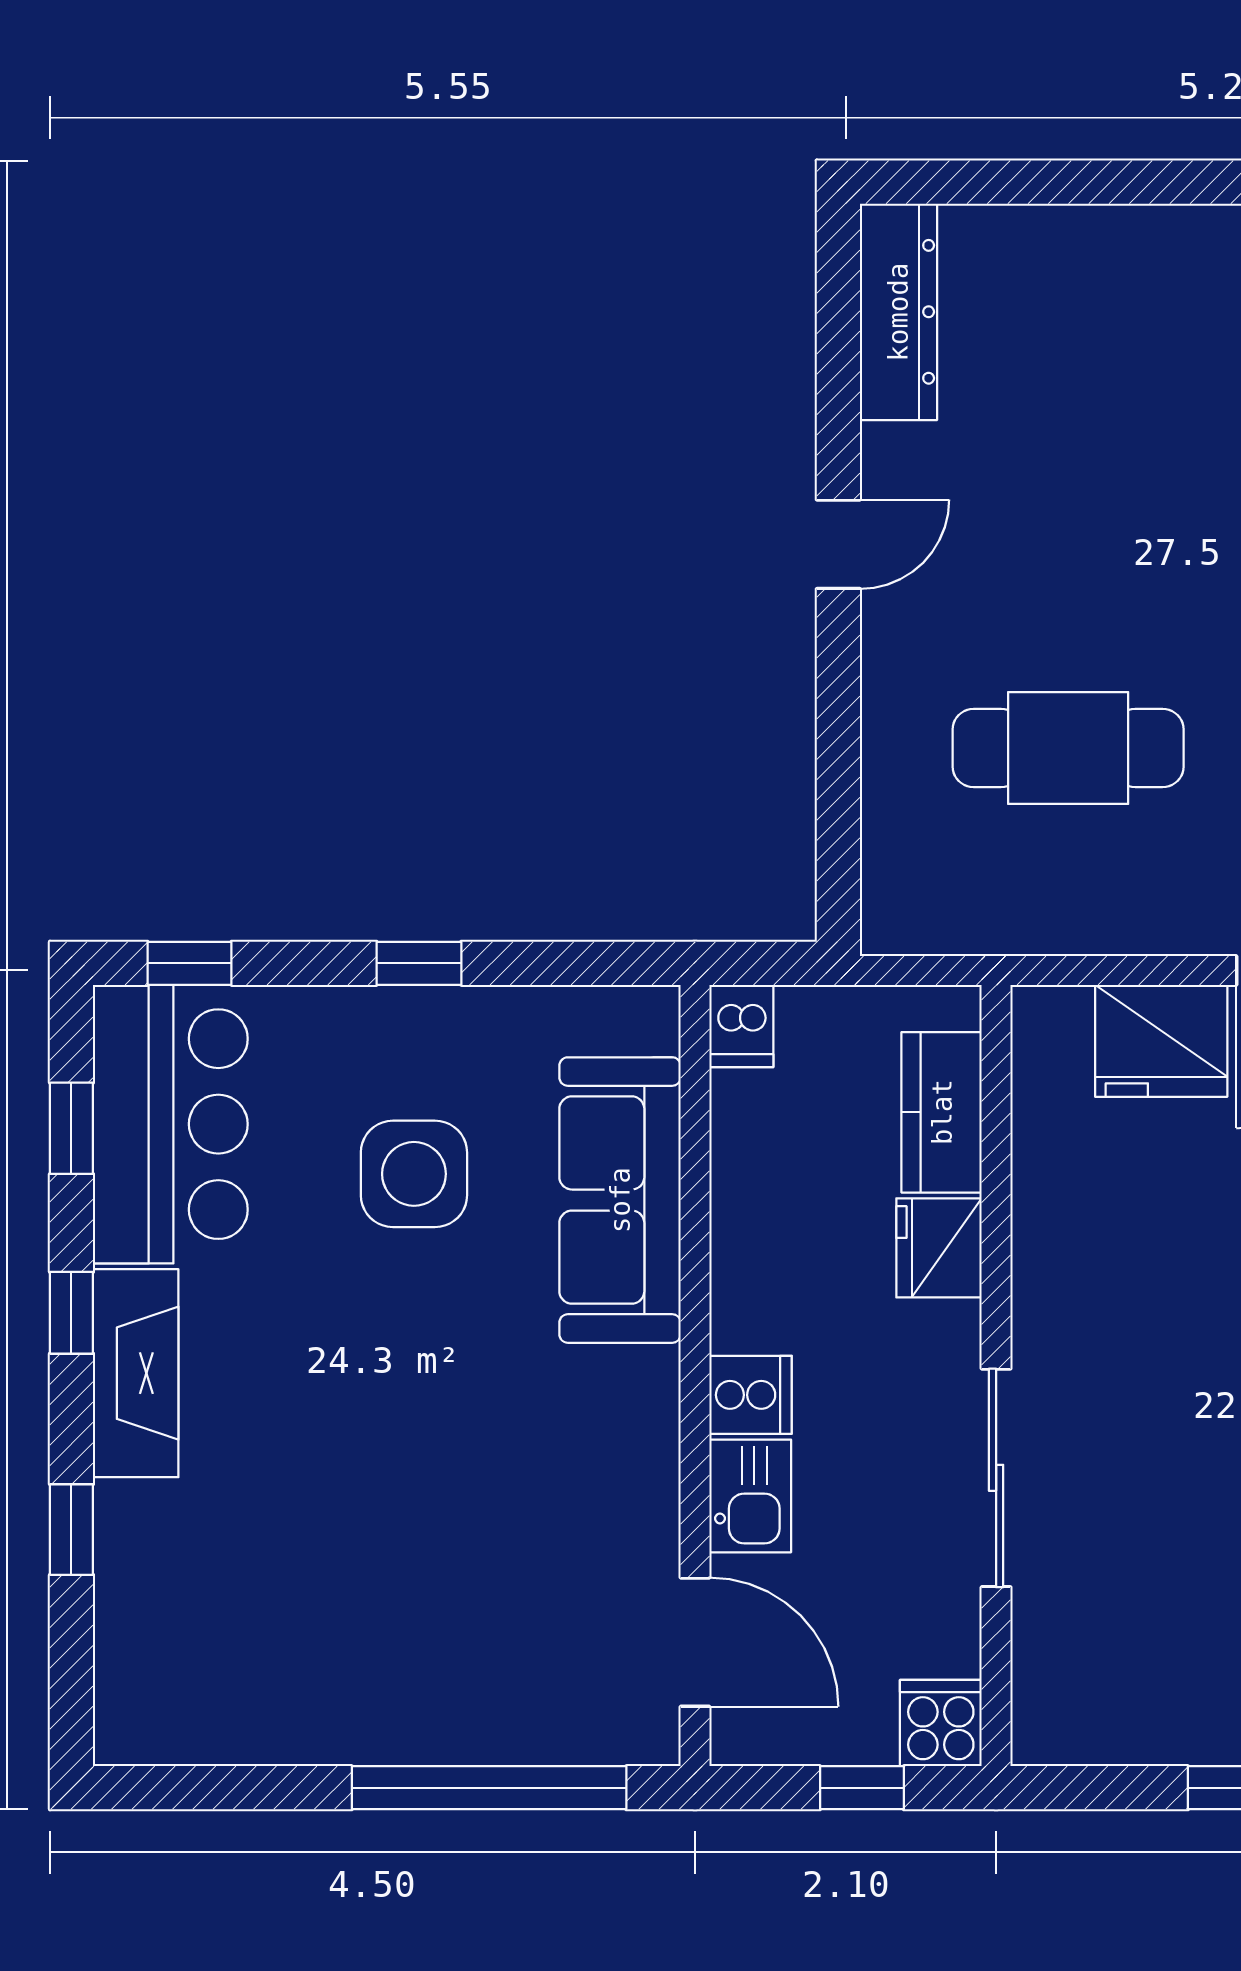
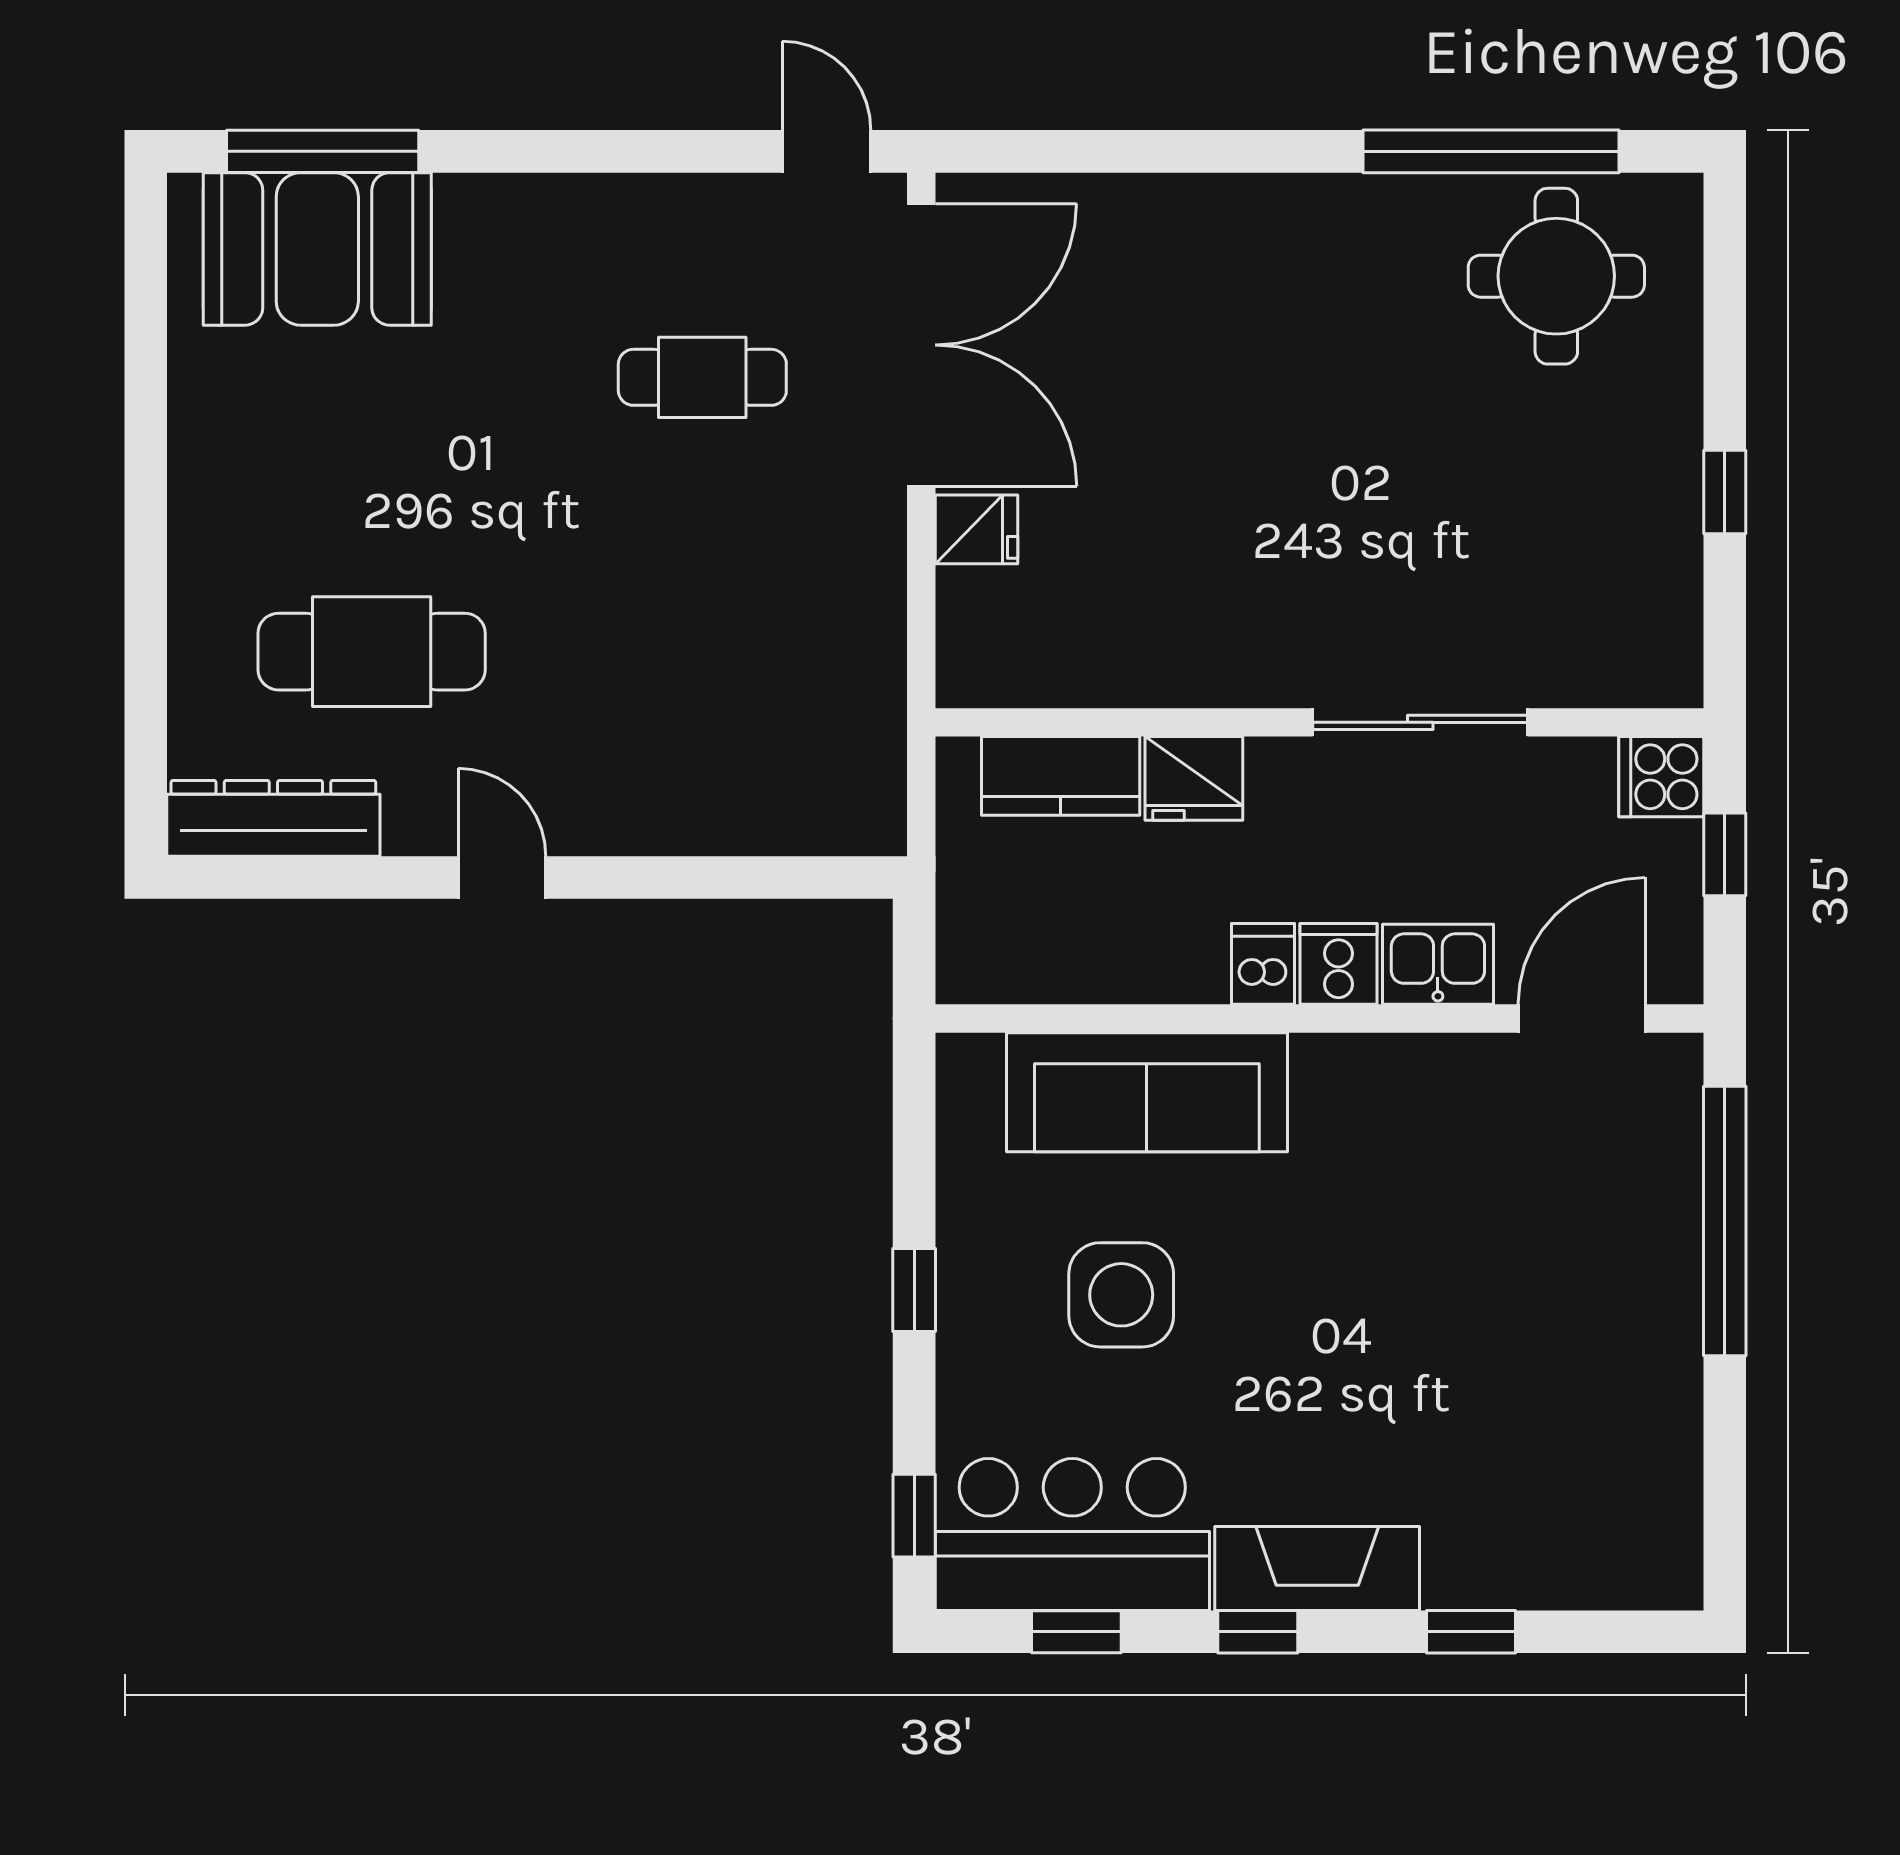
cafe table: (1068, 748) -> (372, 652), moved, turned 90
dishwasher: (741, 1026) -> (1263, 964), moved, turned -90
fridge: (1161, 1041) -> (976, 529), width x0.53, depth x0.75

